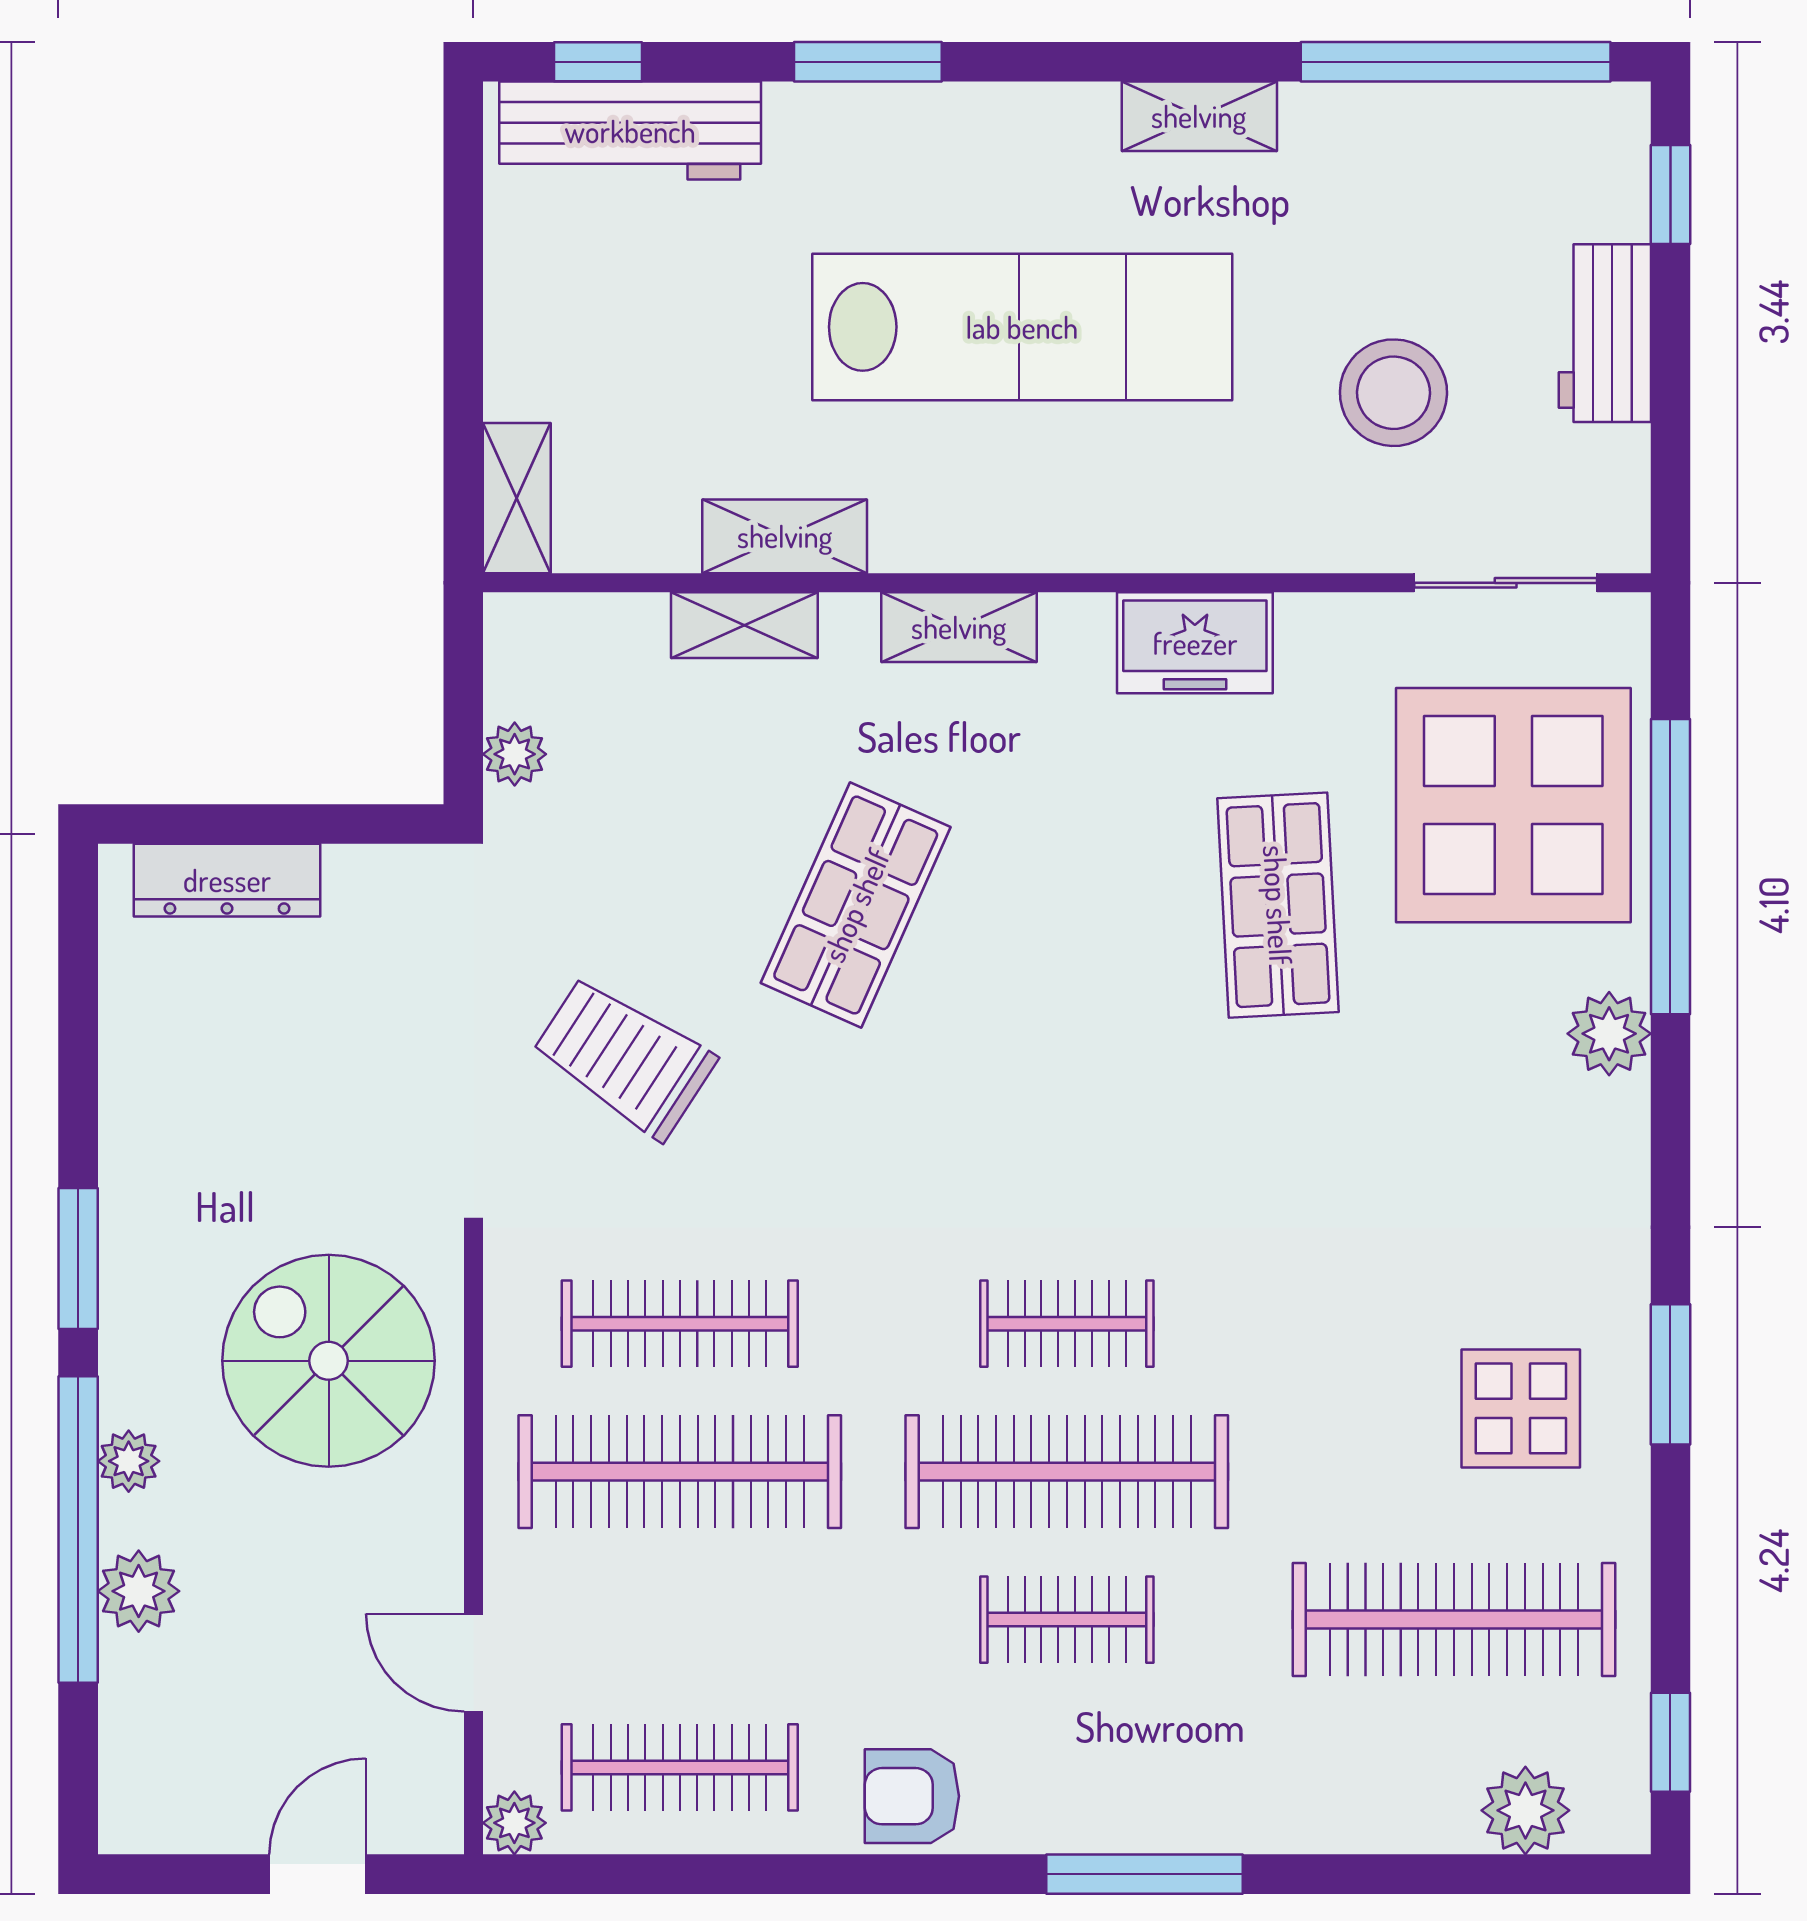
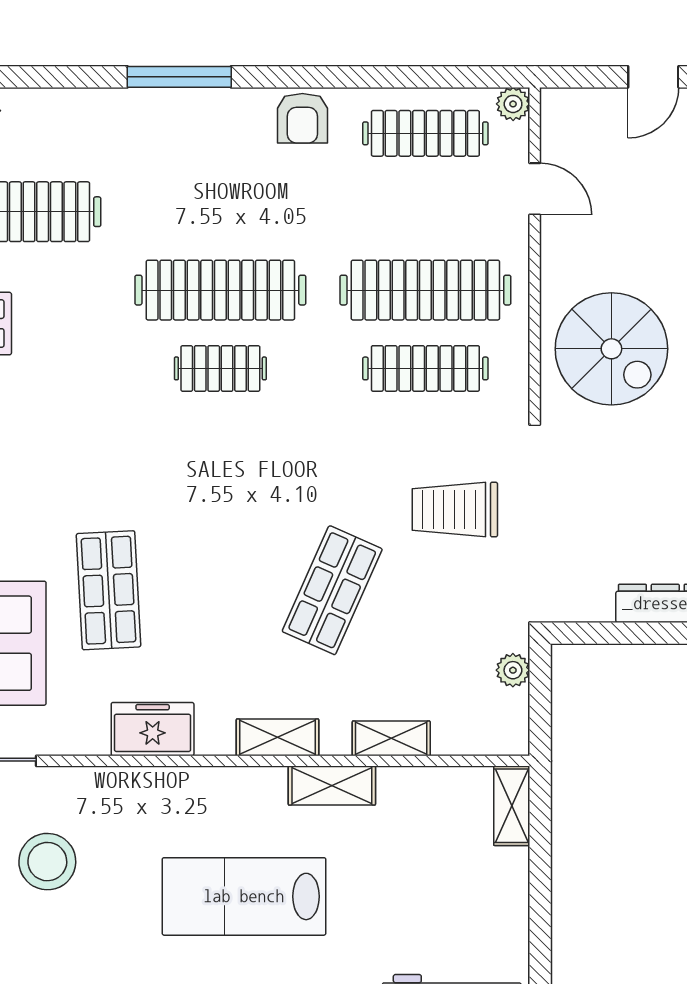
lab bench: (1022, 327) -> (244, 896), width x0.73
shelving: (785, 536) -> (332, 786), moved
trolley: (624, 1057) -> (455, 510), turned 147
clothes rail: (1067, 1620) -> (220, 212), removed
armchair: (912, 1796) -> (302, 118), turned 90
door: (318, 1874) -> (653, 77), moved

